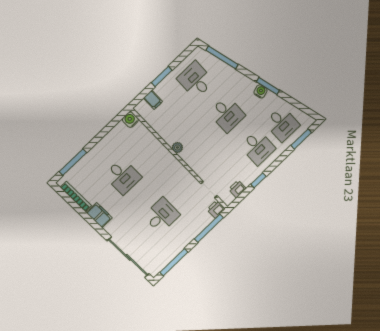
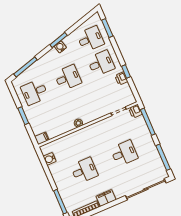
filing cabinet: (153, 100) -> (42, 138), moved
water cooler: (130, 120) -> (50, 159), moved
printer: (237, 189) -> (121, 78), moved
desk: (162, 215) -> (124, 153), turned 90

